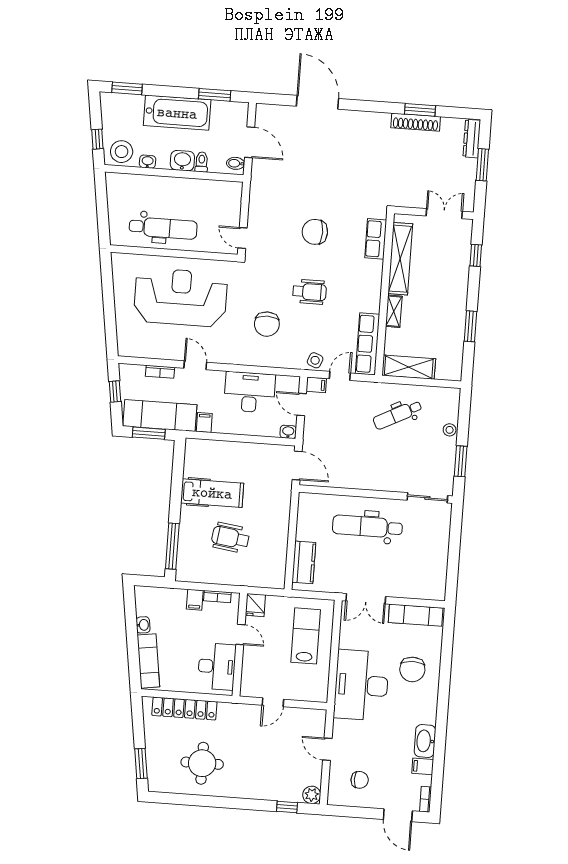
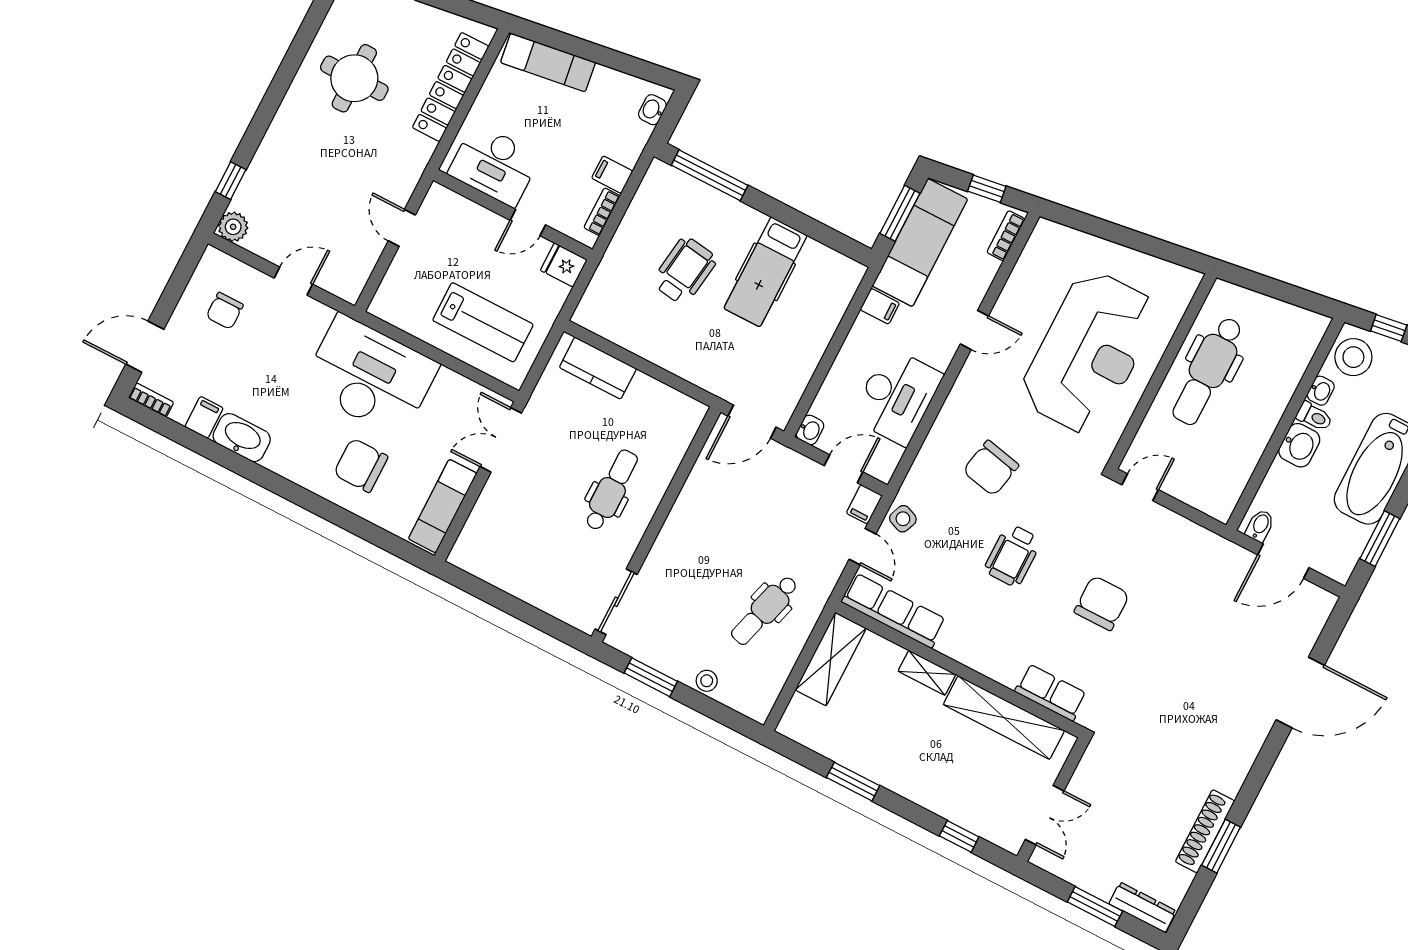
toilet: (202, 162) -> (1314, 417), moved
chair: (267, 324) -> (991, 468), turned -78
bookcase: (160, 372) -> (1006, 236), moved
dental chair: (397, 415) -> (764, 610), turned -137
dental chair: (367, 527) -> (611, 490), width x0.73, depth x0.72
washbasin: (143, 625) -> (652, 110), moved, turned 98

